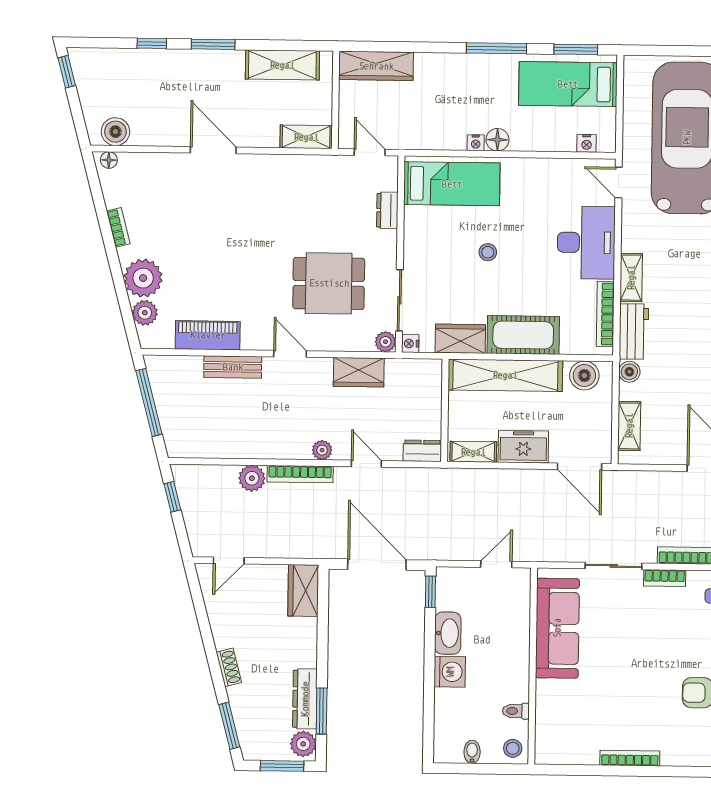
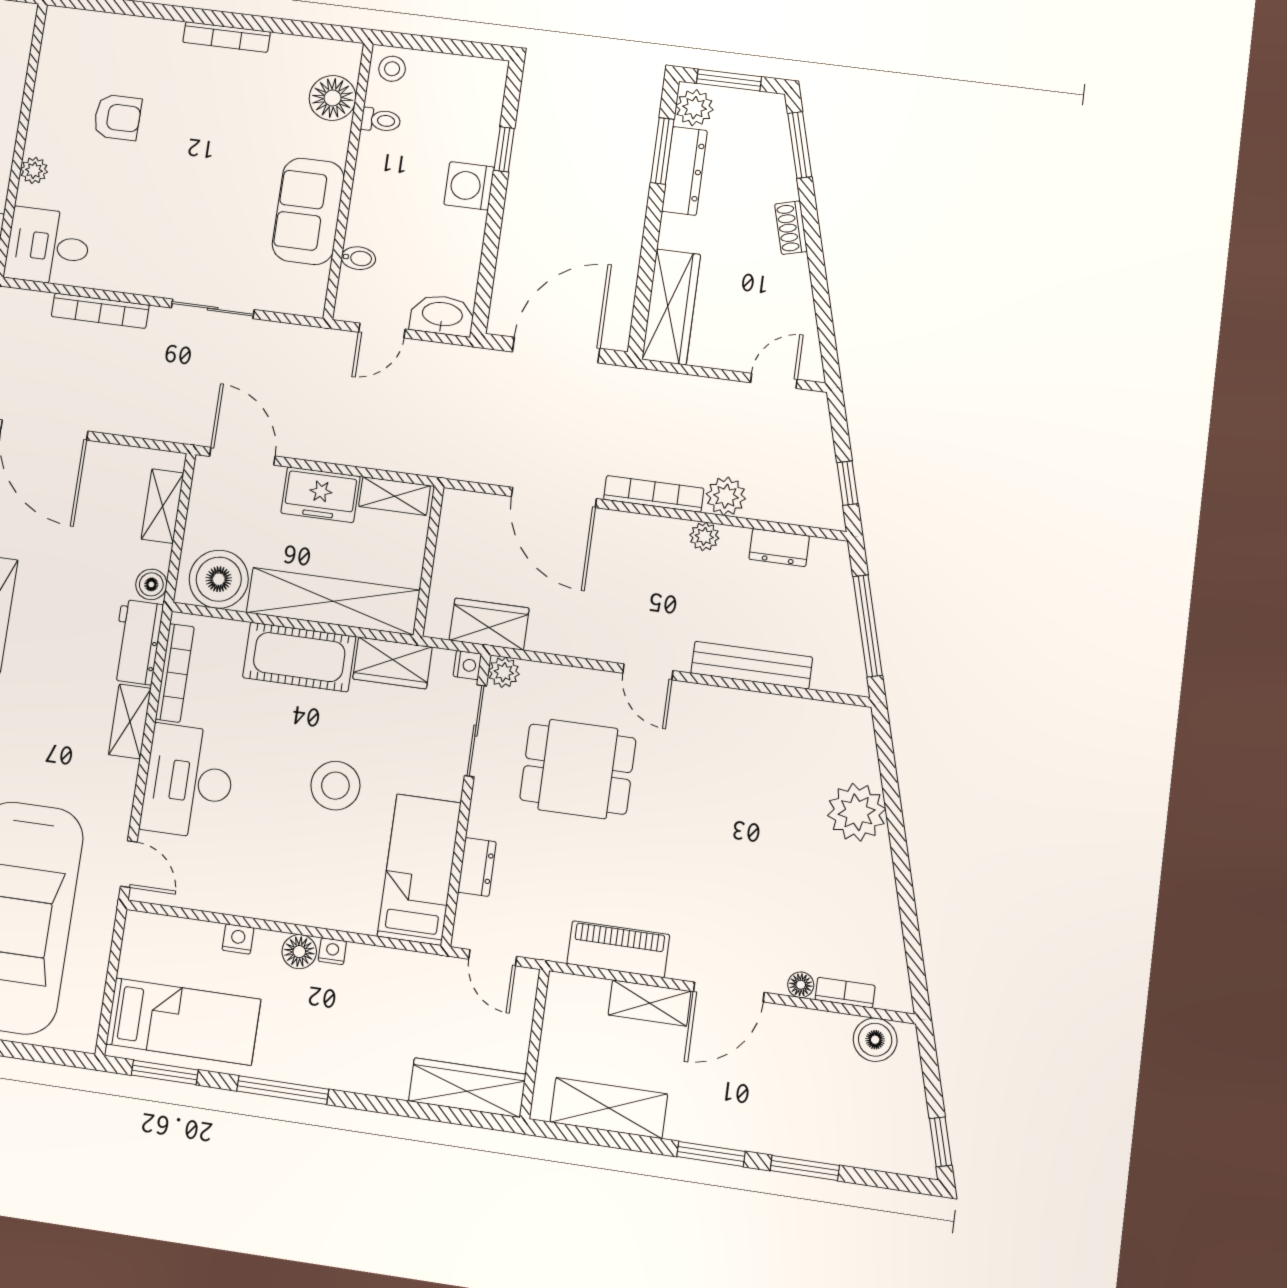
window: (152, 43) -> (805, 1168), width x1.50
shelving: (306, 137) -> (650, 1003), moved
nightstand: (587, 143) -> (238, 939), moved
door: (213, 150) -> (729, 992), hinge flipped
floor lamp: (109, 160) -> (801, 985), moved
bed: (452, 184) -> (419, 869), moved, turned 90
bookcase: (118, 227) -> (845, 993), moved, turned 105
stool: (488, 252) -> (335, 786), width x1.89, depth x1.89
plant: (145, 313) -> (860, 760), removed
piano: (208, 335) -> (618, 949), moved, turned 180
bench: (233, 367) -> (752, 665), width x1.36
wardrobe: (359, 372) -> (489, 624), moved
boiler: (584, 375) -> (219, 579), width x1.37, depth x1.37
plant: (322, 450) -> (704, 536), moved
dresser: (422, 451) -> (779, 548), moved
door: (366, 464) -> (554, 497), width x1.88
door: (377, 565) -> (556, 350), swing flipped
bookcase: (665, 578) -> (142, 283), removed
wardrobe: (303, 590) -> (671, 307), width x1.50
window: (430, 592) -> (504, 149), moved
sofa: (557, 628) -> (308, 211), width x0.73
washbasin: (448, 633) -> (442, 315), moved, turned 90
floor lamp: (551, 723) -> (333, 98), added
bidet: (472, 752) -> (358, 258), moved, turned -90

